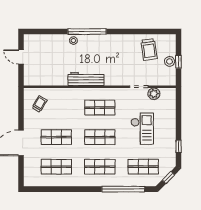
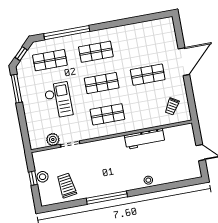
window: (87, 32) -> (107, 198), moved
workbench: (86, 79) -> (145, 139), moved
checkout: (142, 129) -> (58, 100), turned 180
window: (179, 146) -> (16, 89), width x2.17
shop shelf: (56, 167) -> (142, 43), removed

